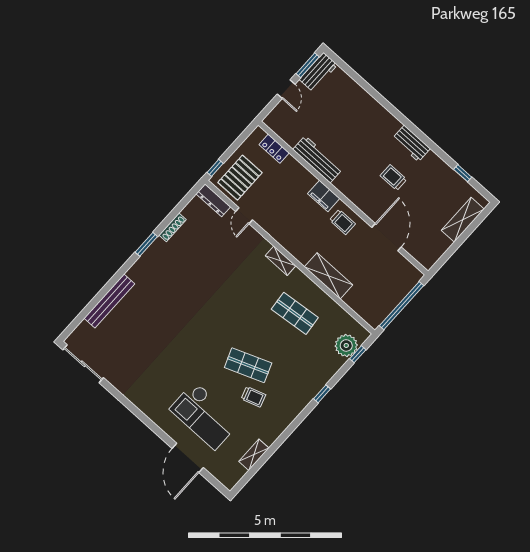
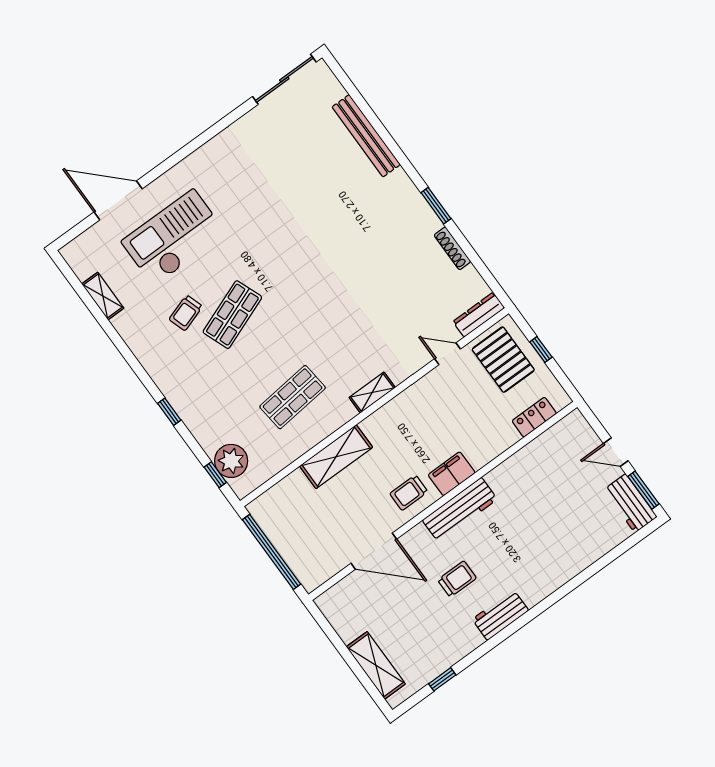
workbench: (318, 159) -> (460, 510), moved
window: (215, 168) -> (541, 349), moved

